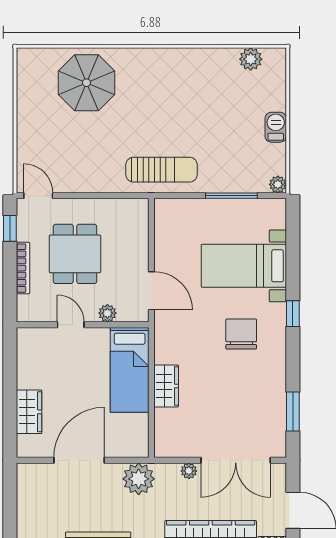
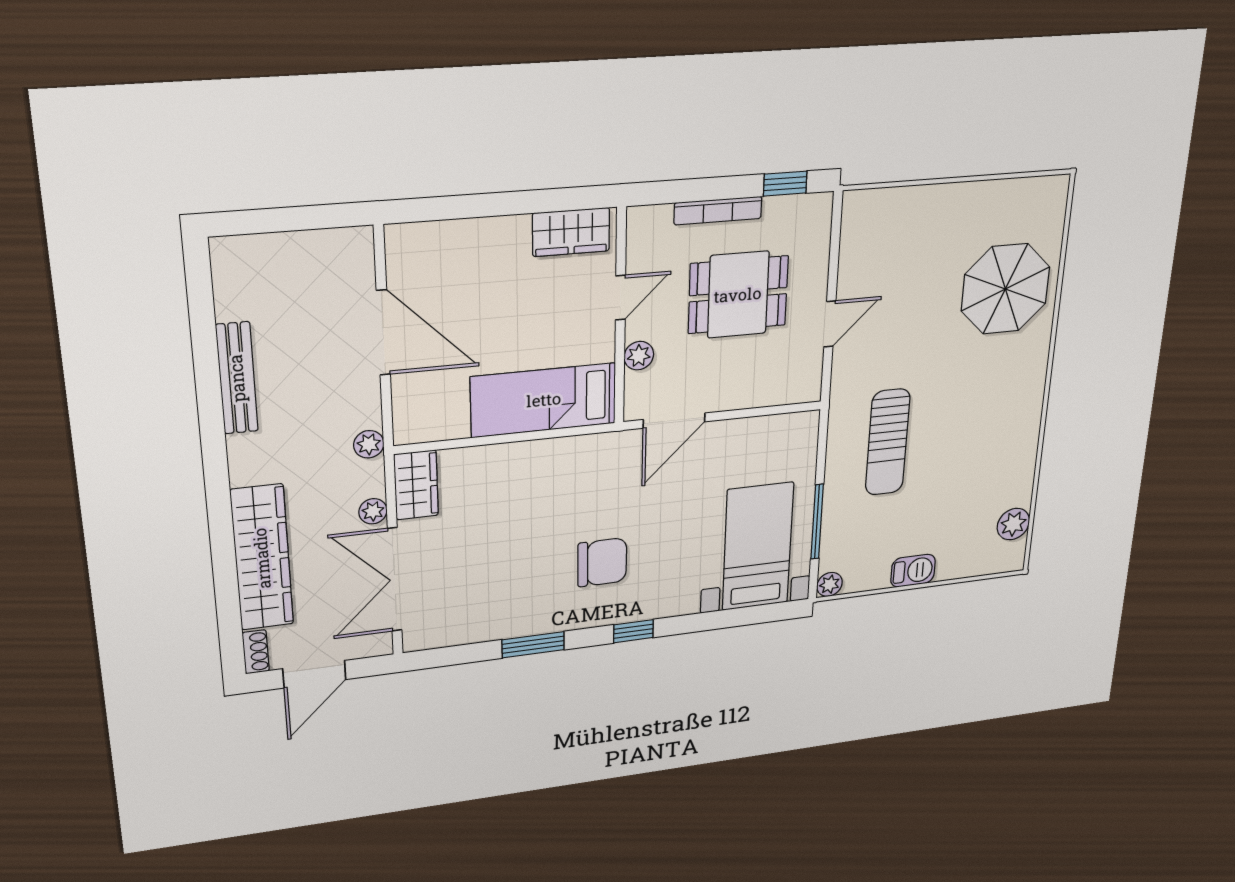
sun lounger: (161, 170) -> (888, 442), moved
door: (38, 196) -> (830, 324), moved
bed with nightstands: (244, 266) -> (758, 547), moved
wardrobe: (166, 386) -> (416, 485), moved, turned -90
wardrobe: (29, 412) -> (571, 232), moved
window: (293, 412) -> (533, 645), moved
plant: (139, 479) -> (369, 444), width x0.53, depth x0.53

